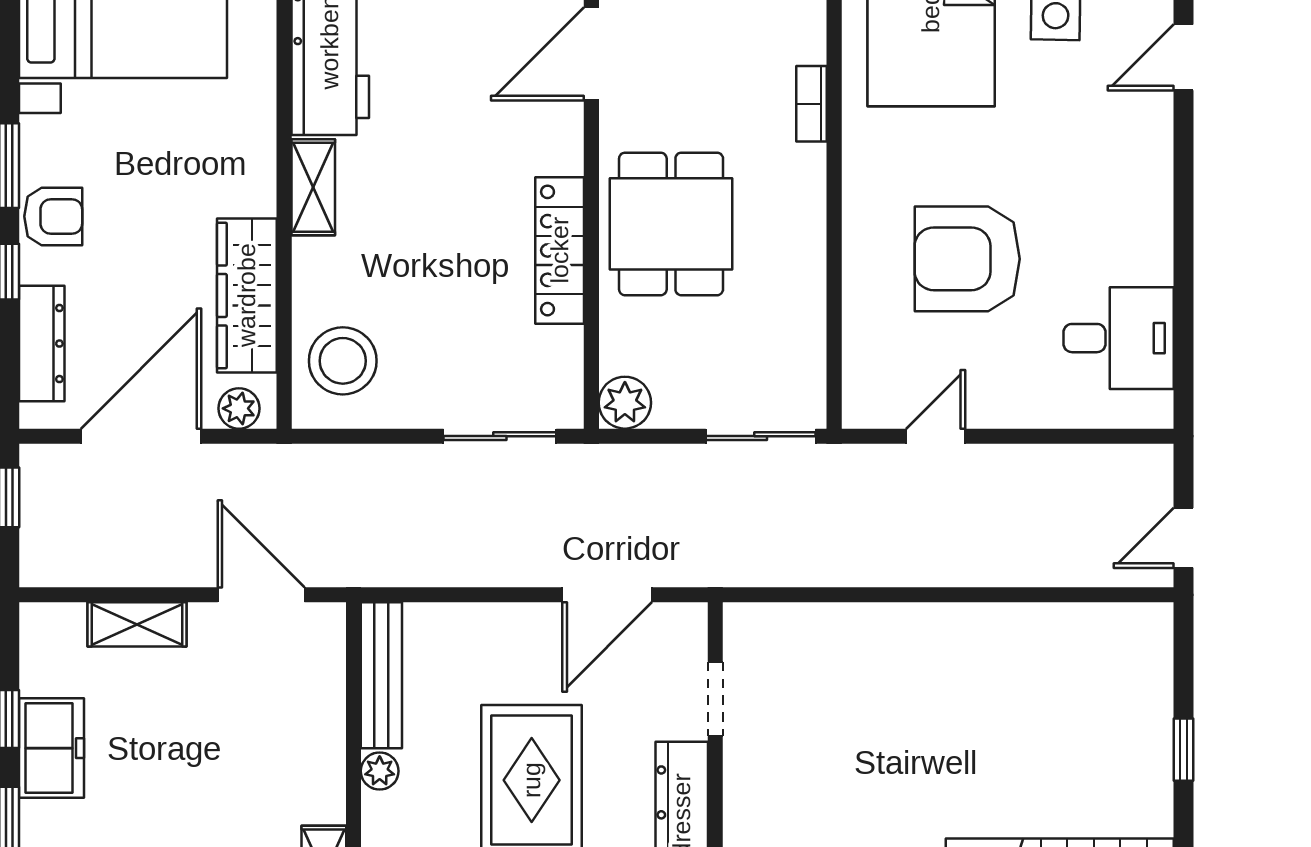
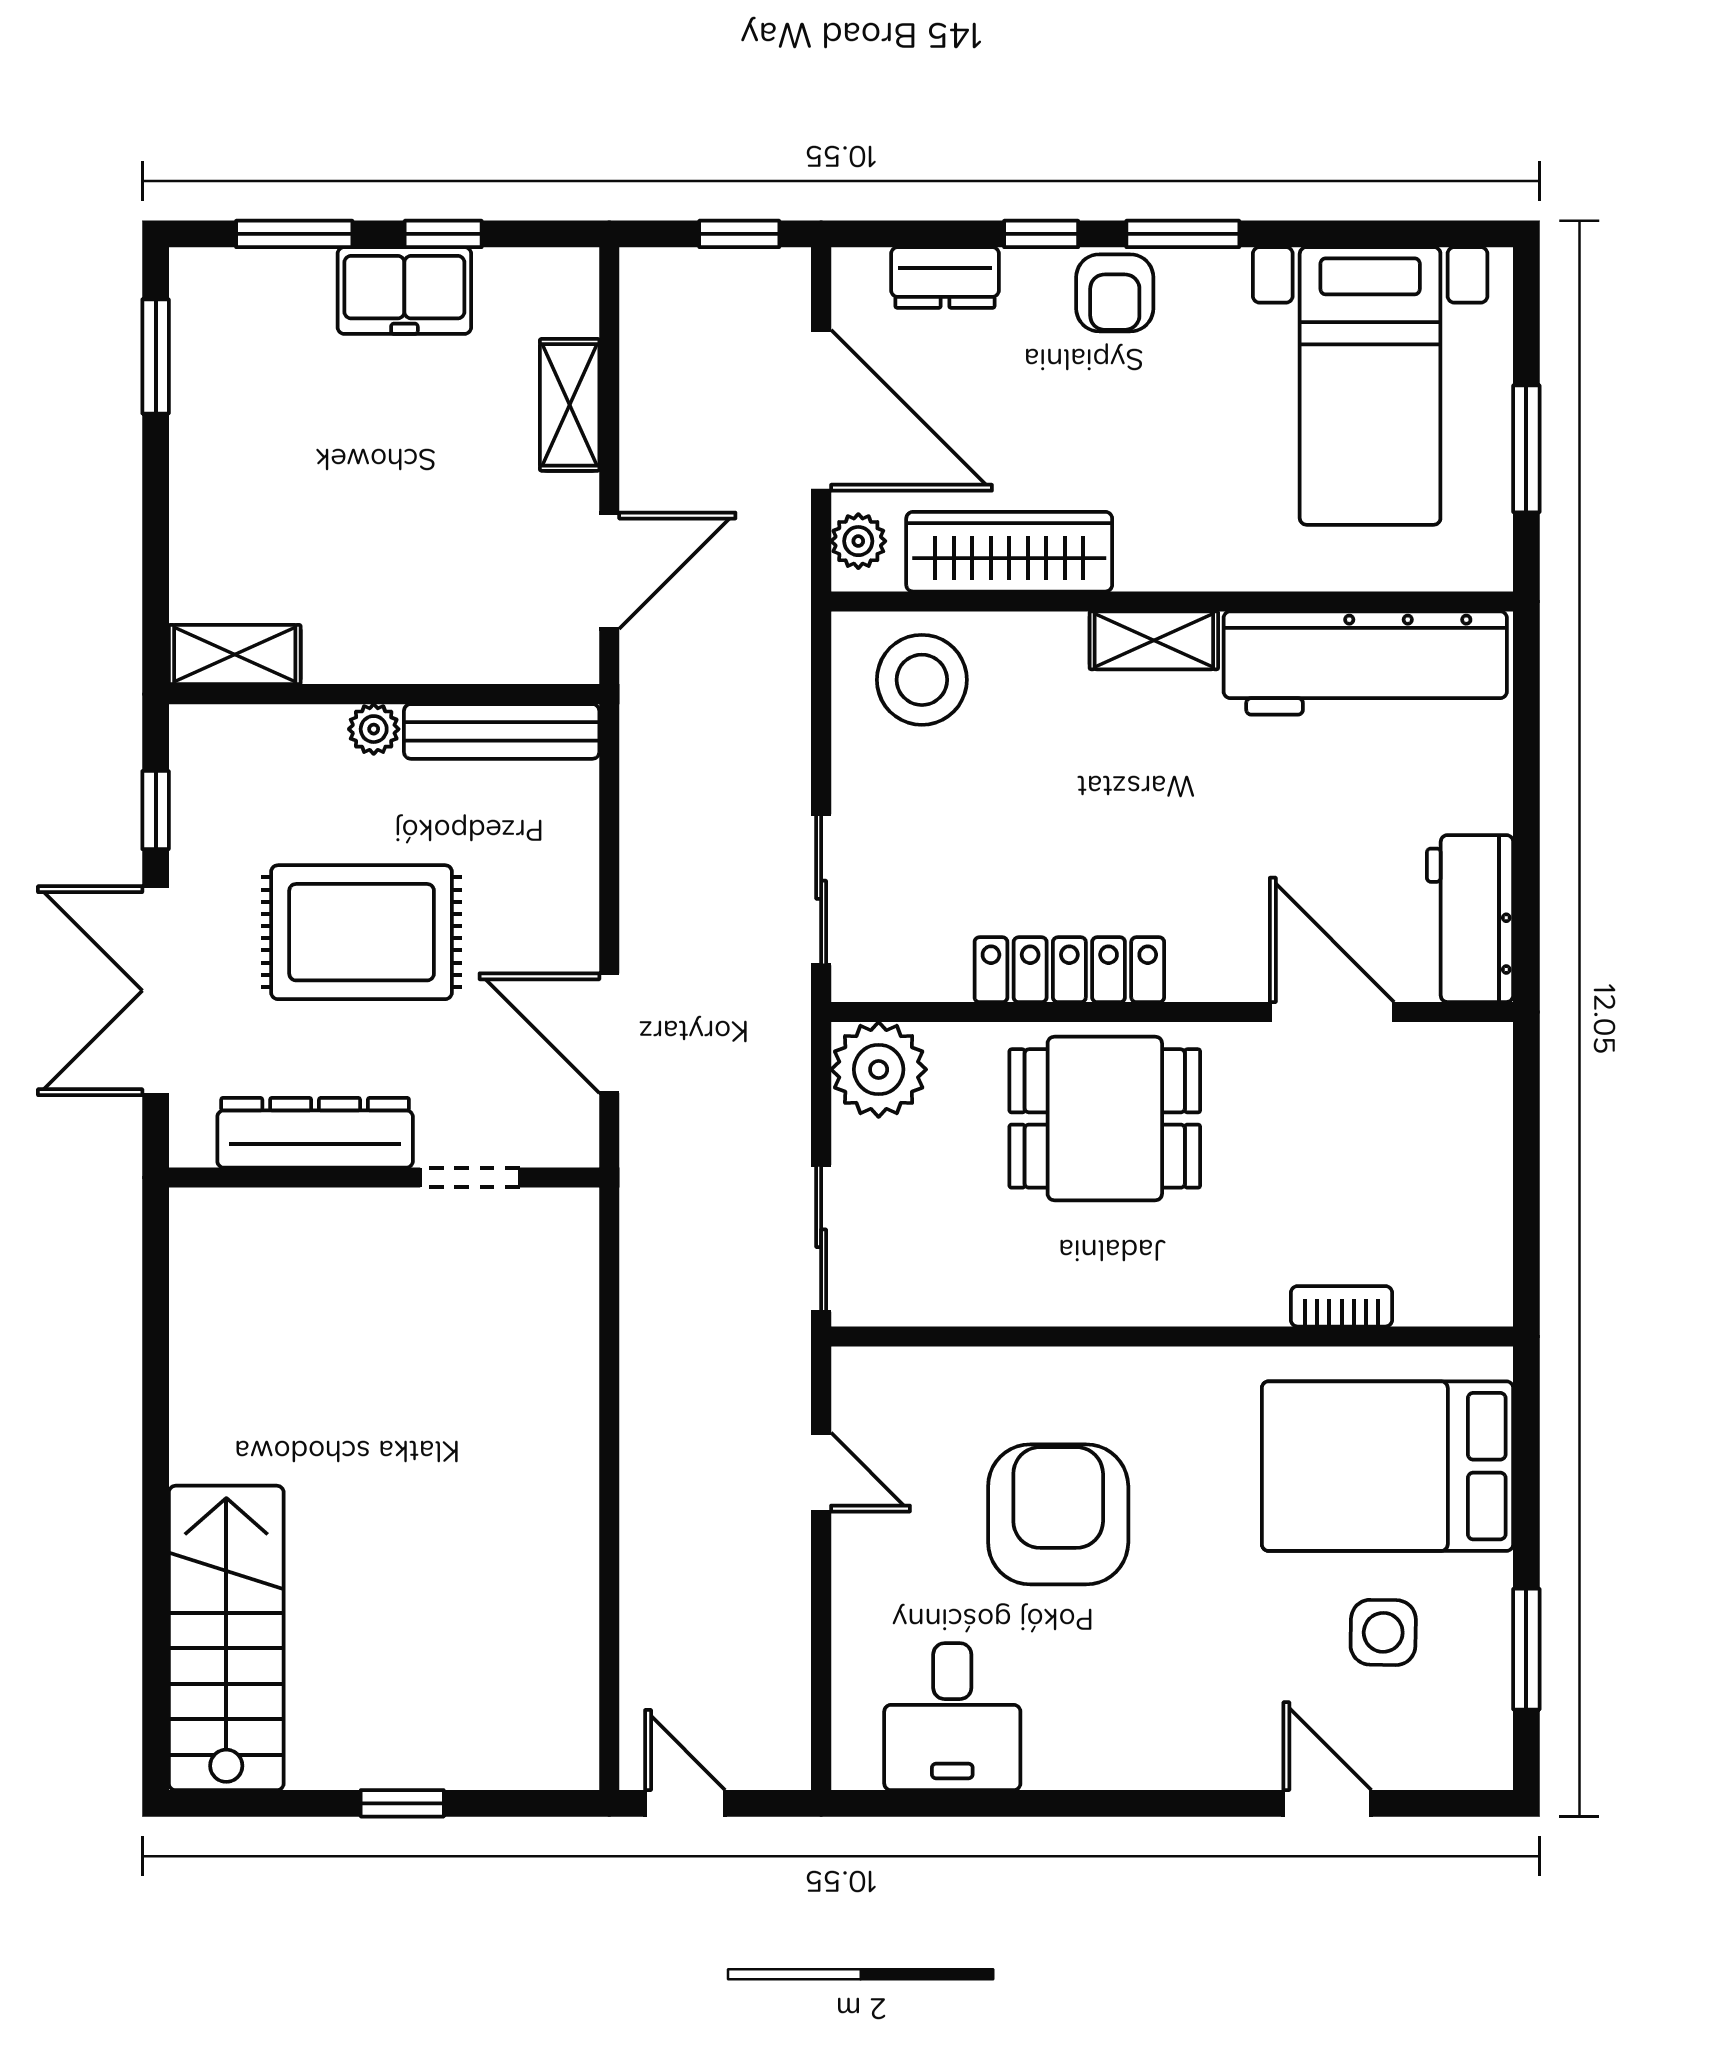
bookcase: (812, 104) -> (1342, 1306), moved
dresser: (42, 344) -> (945, 277), width x0.70
plant: (625, 403) -> (879, 1069), width x1.36, depth x1.36

